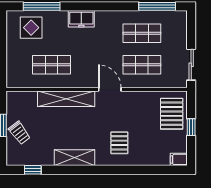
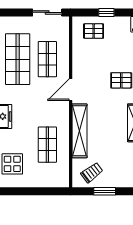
shop shelf: (142, 33) -> (18, 59), width x1.43, depth x1.36
pallet: (172, 114) -> (94, 31), width x0.67, depth x0.71
trolley: (19, 133) -> (92, 173), moved

